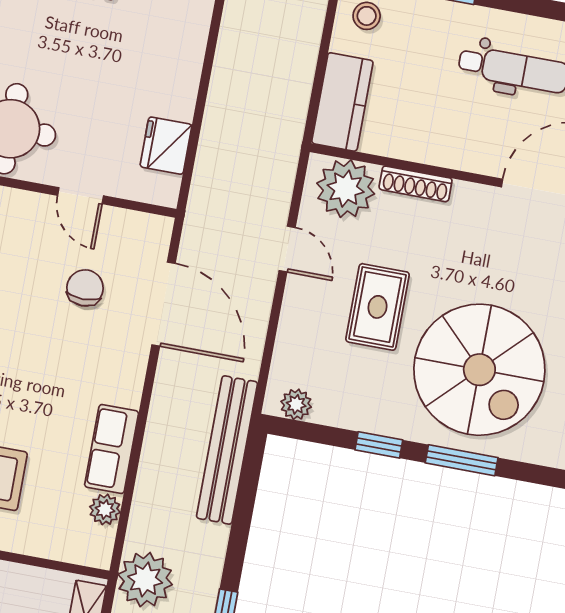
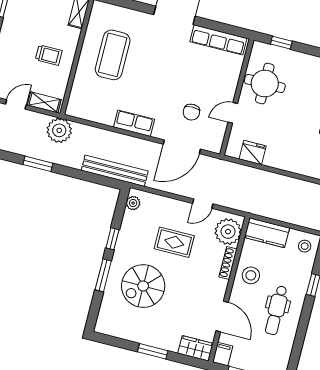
stool: (440, 131) -> (251, 275), added
chair: (85, 288) -> (191, 112), turned 90
spiral stairs: (479, 370) -> (143, 286), width x0.73, depth x0.73
row of seats: (112, 449) -> (134, 123), moved
plant: (105, 509) -> (92, 114), removed

